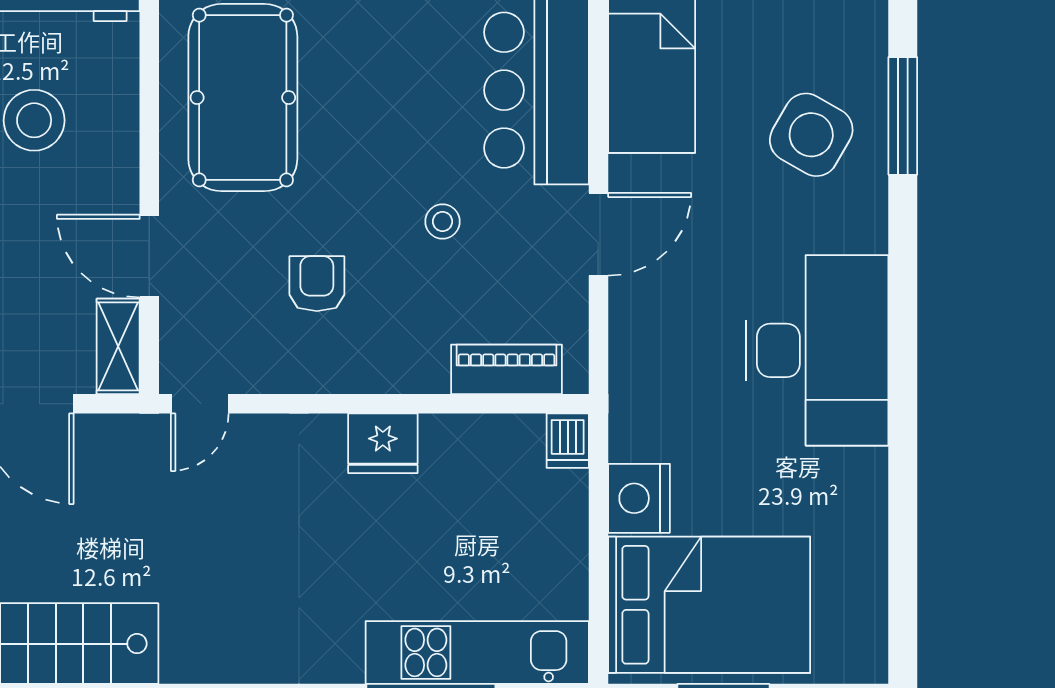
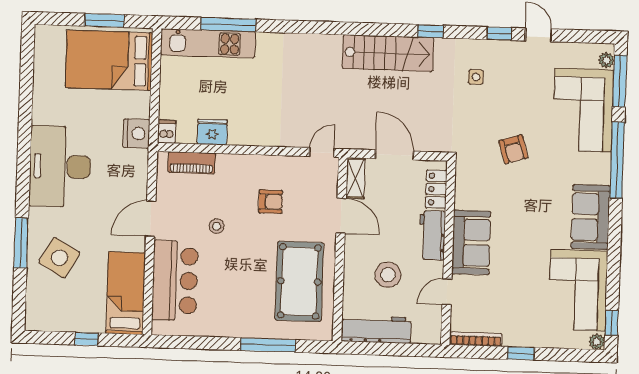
window: (903, 116) -> (21, 243), moved
armchair: (317, 284) -> (271, 202), turned -90
fridge: (383, 443) -> (212, 132), moved
nightstand: (639, 498) -> (136, 133), moved

